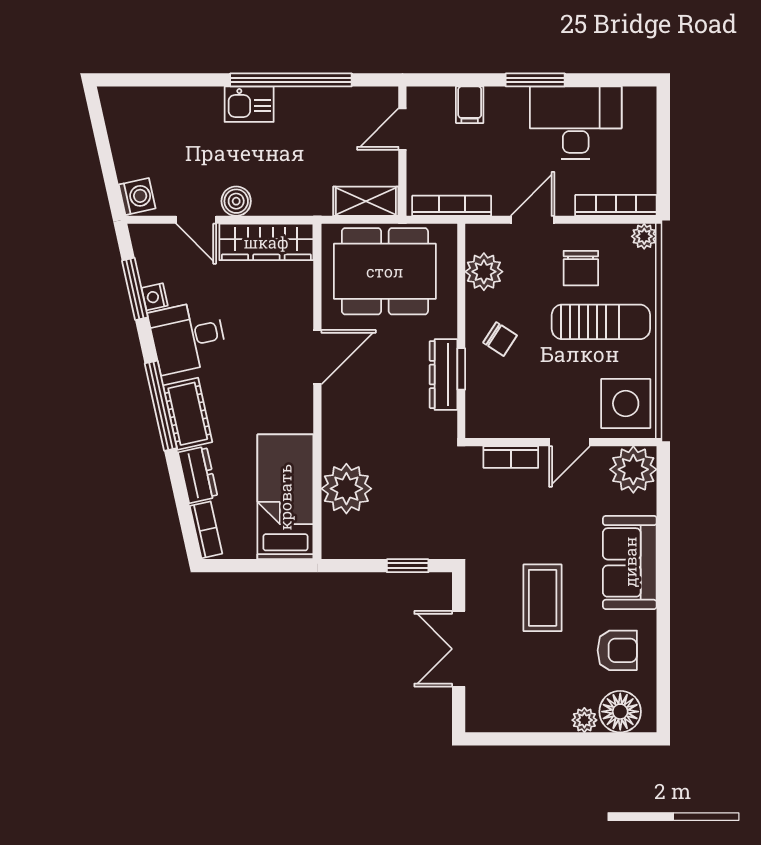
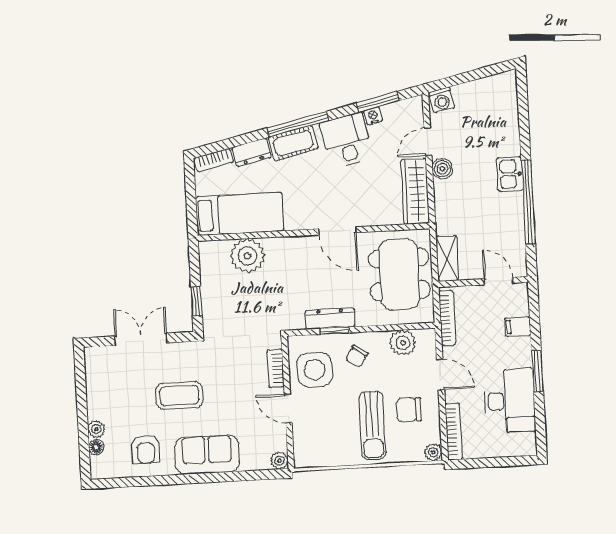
side table: (626, 403) -> (314, 370), moved
plant: (633, 469) -> (279, 461), width x0.53, depth x0.53
floor lamp: (620, 712) -> (96, 447), width x0.53, depth x0.53

